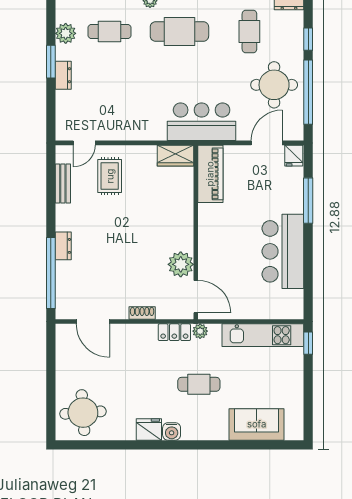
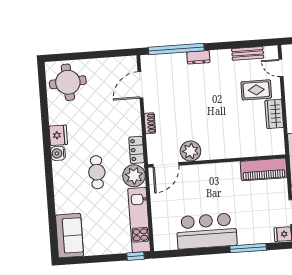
wardrobe: (175, 156) -> (274, 114), moved
plant: (200, 331) -> (134, 176), width x1.87, depth x1.87
sofa: (257, 424) -> (69, 236), moved

